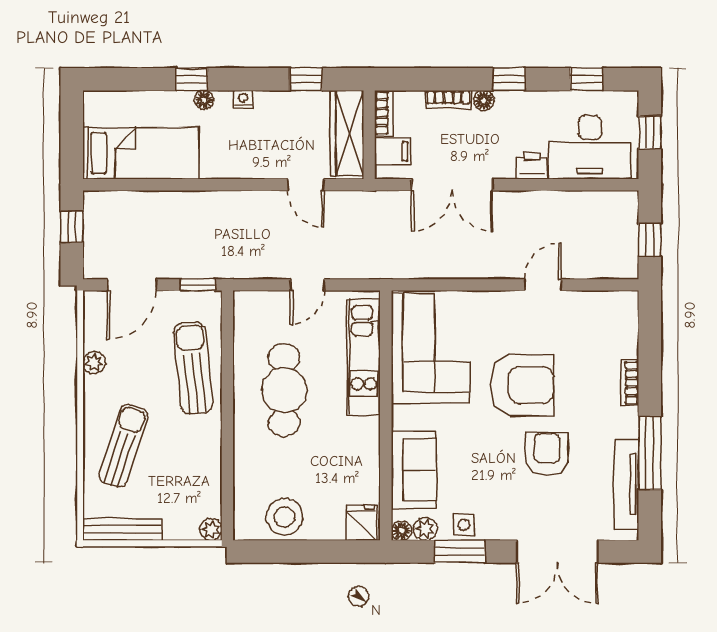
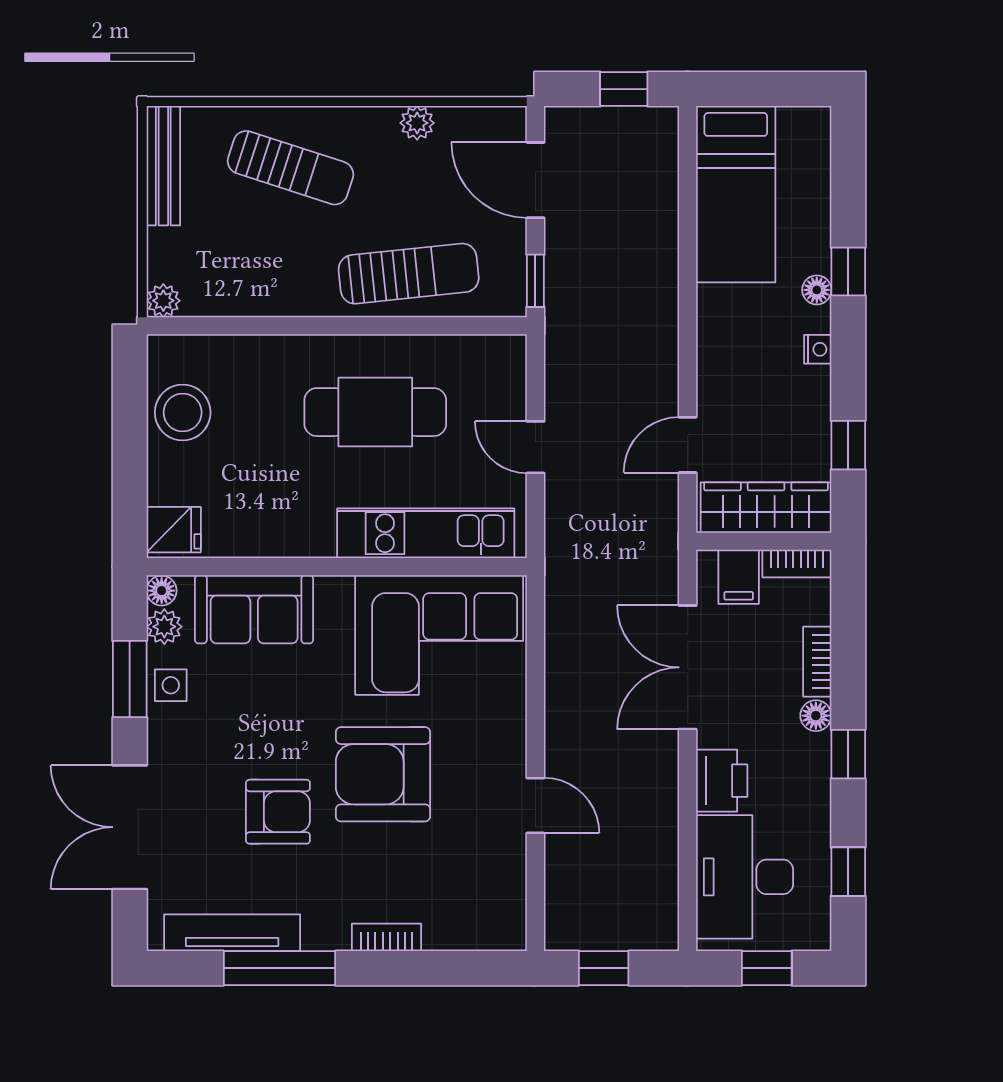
printer: (532, 166) -> (722, 781), width x1.36, depth x1.24
armchair: (522, 385) -> (383, 774), turned 90

